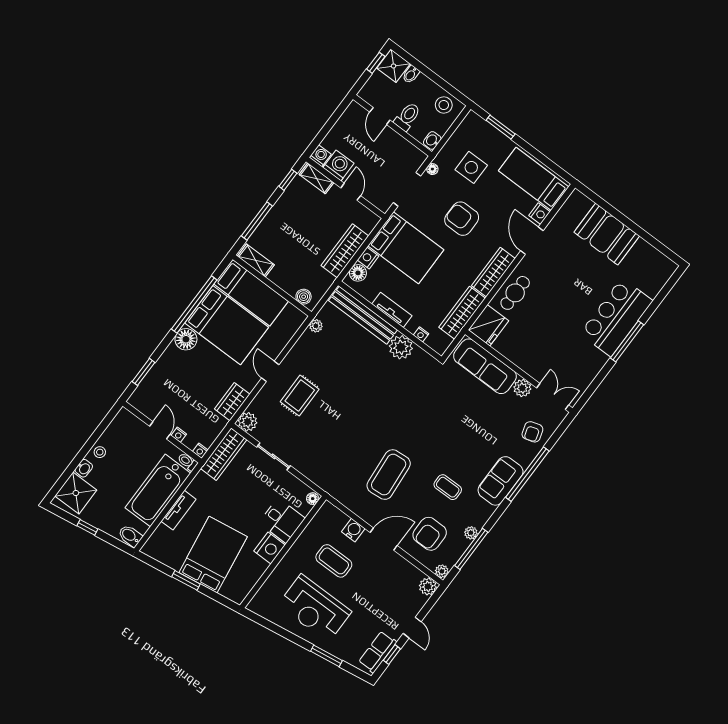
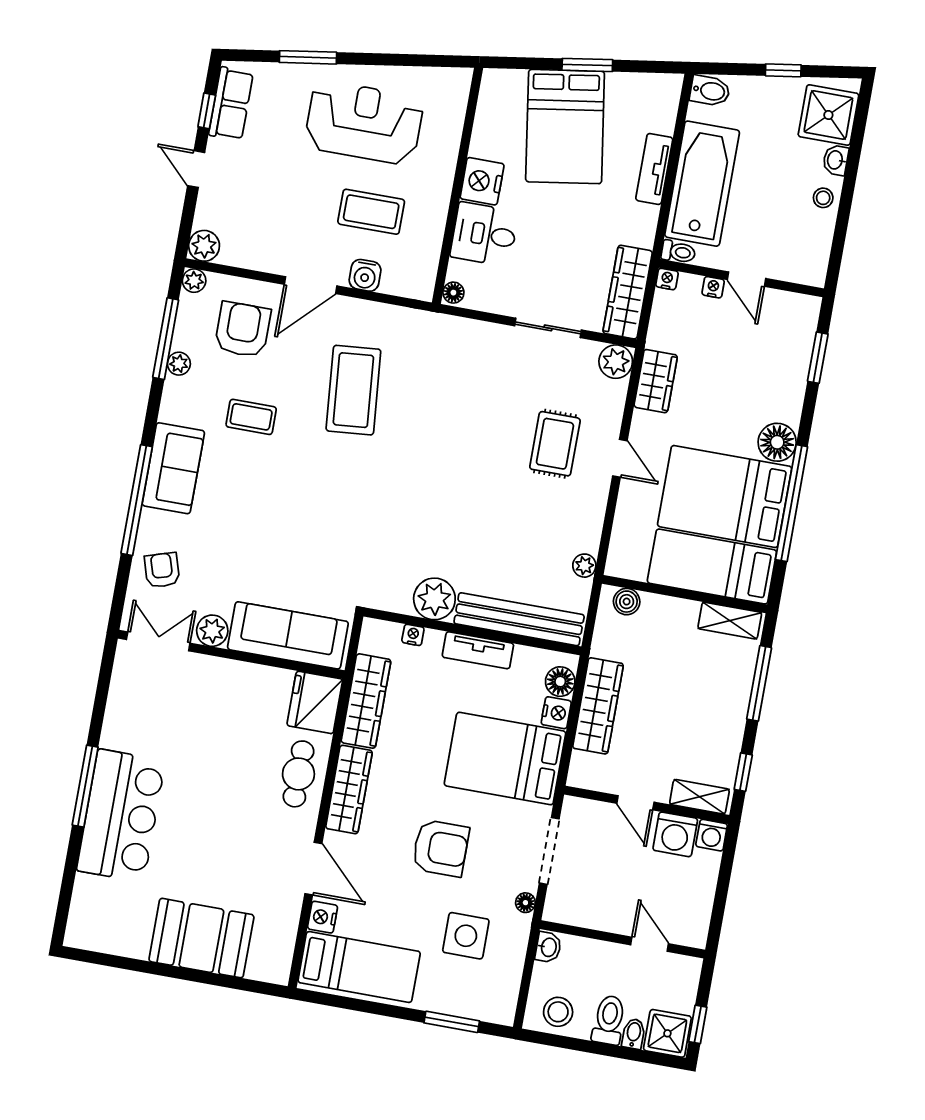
toilet: (407, 117) -> (609, 1020), moved, turned 180
double door: (553, 396) -> (158, 641), swing flipped

